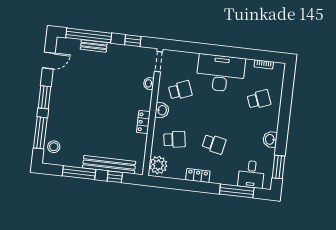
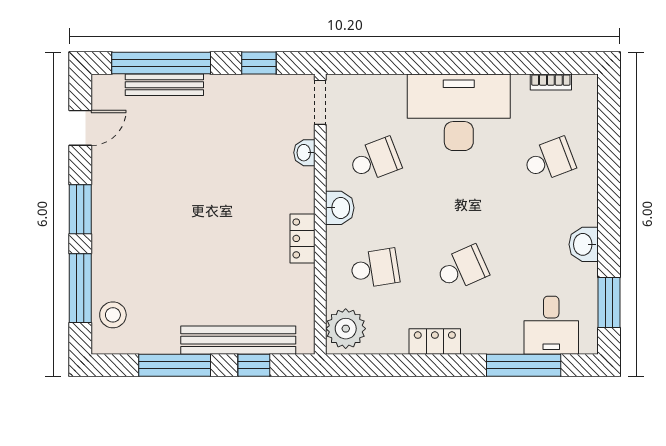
bench: (94, 46) -> (164, 85), width x1.36
school desk: (214, 144) -> (462, 268), turned -36

